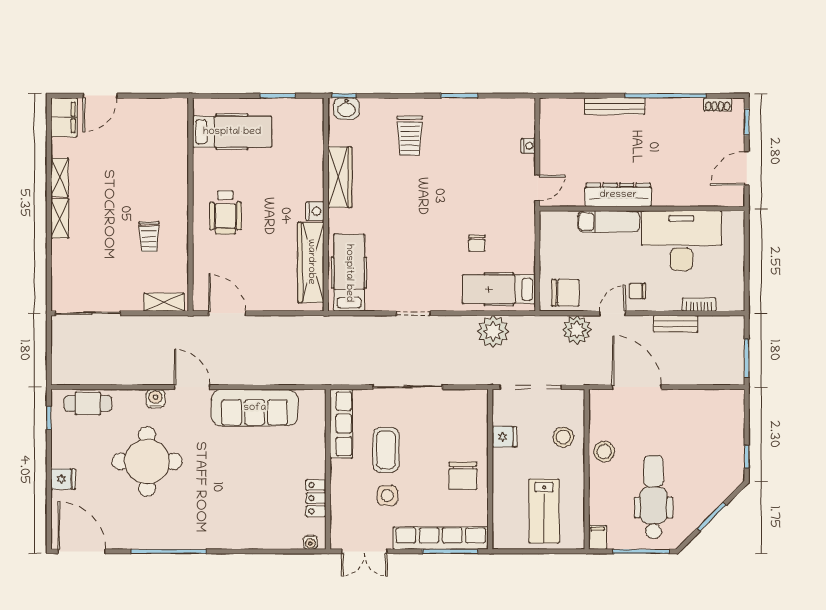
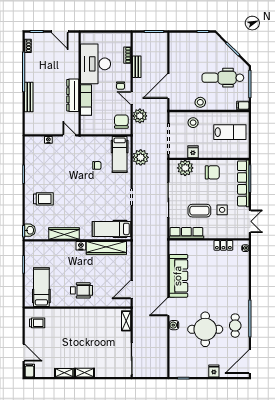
filing cabinet: (64, 117) -> (29, 371), width x0.50
trolley: (149, 237) -> (37, 323), moved
cafe table: (88, 403) -> (235, 326), moved
plant: (472, 421) -> (185, 168), added

